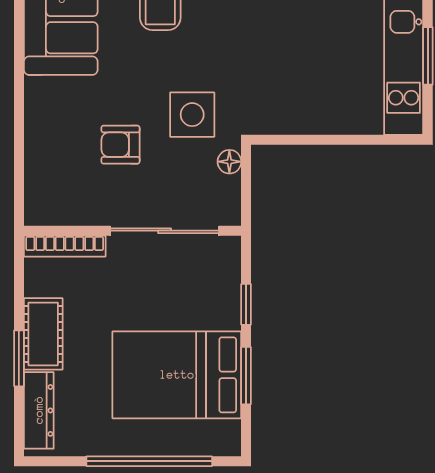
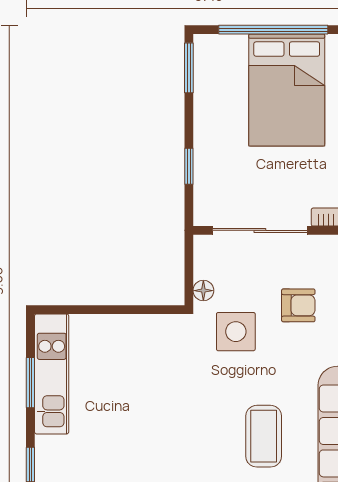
bed: (177, 375) -> (287, 90), moved, turned 90
window: (246, 376) -> (189, 68), moved

